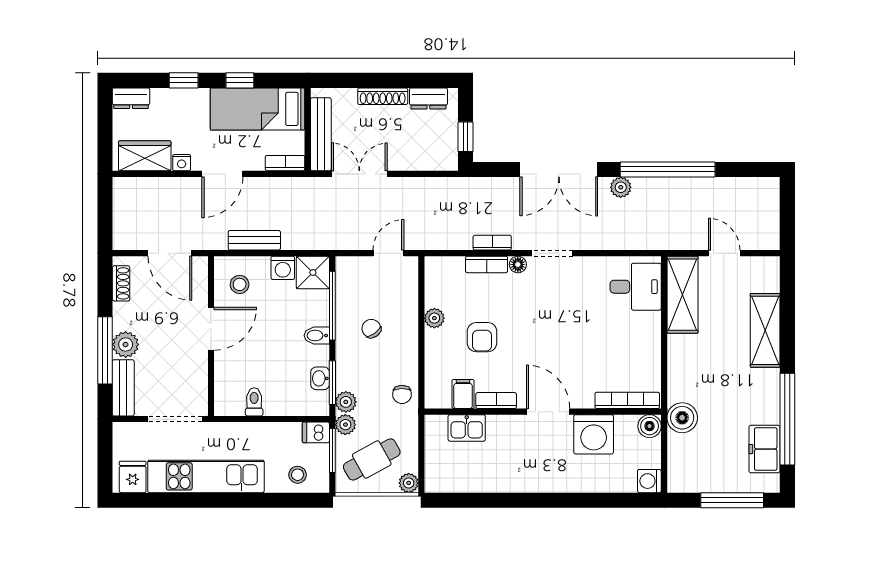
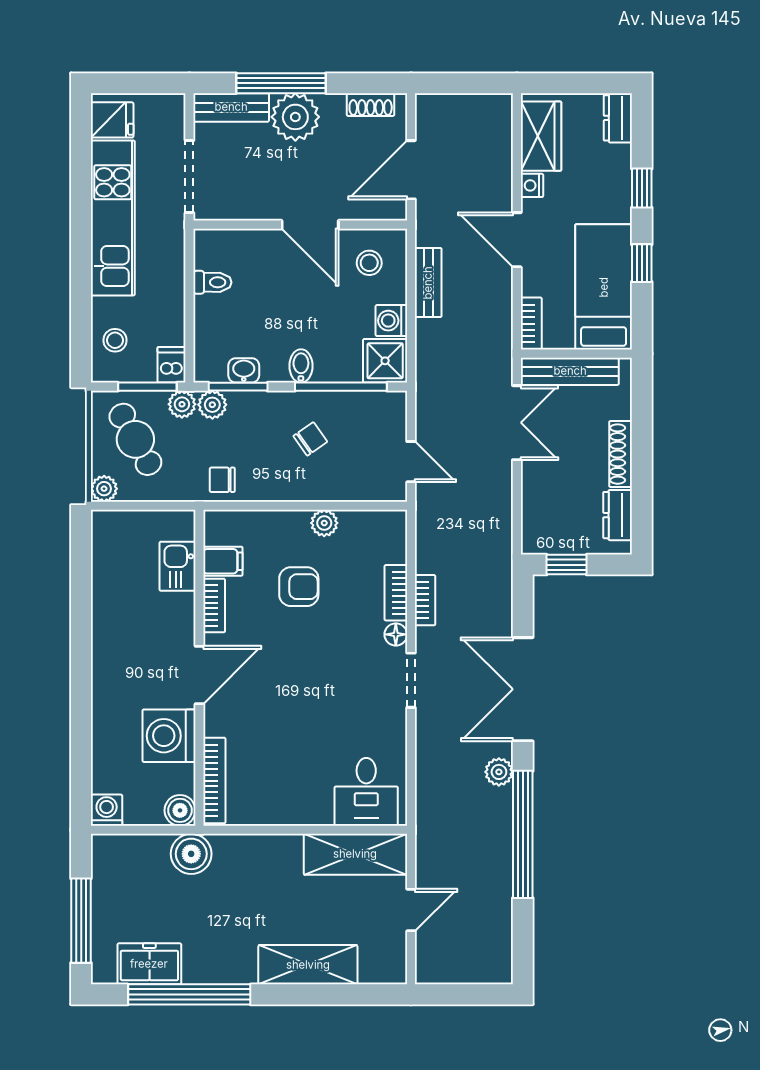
armchair: (482, 337) -> (299, 587), turned 180
plant: (126, 344) -> (295, 117), width x1.36, depth x1.36

